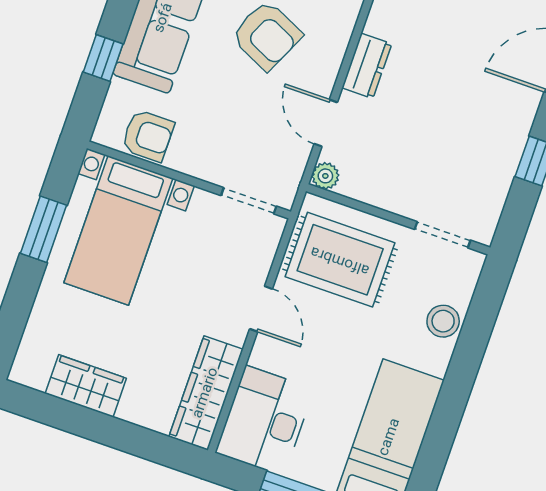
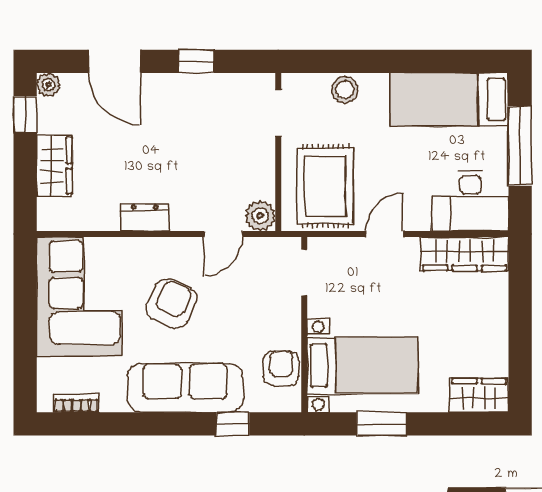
dresser: (367, 66) -> (145, 218), moved
plant: (325, 176) -> (260, 216), width x1.38, depth x1.38
wardrobe: (86, 386) -> (479, 395), moved, turned 90

